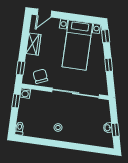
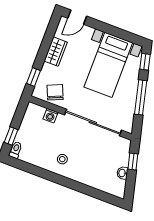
window: (109, 65) -> (141, 97), width x2.17
washing machine: (25, 93) -> (50, 116), moved
window: (16, 101) -> (11, 136), moved
window: (115, 130) -> (133, 162), moved

